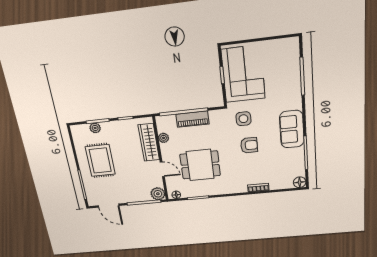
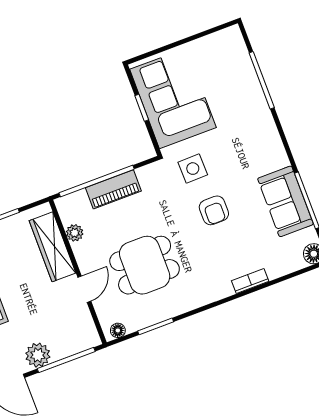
sofa: (292, 129) -> (285, 201), moved
armchair: (249, 145) -> (214, 210), turned 90
door: (162, 169) -> (84, 289), hinge flipped
plant: (158, 194) -> (38, 355), moved

